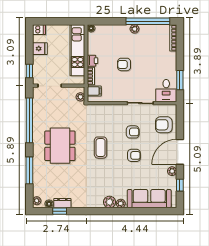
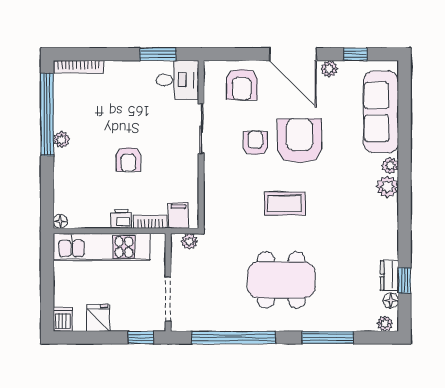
armchair: (134, 155) -> (300, 141), width x1.88, depth x1.88

